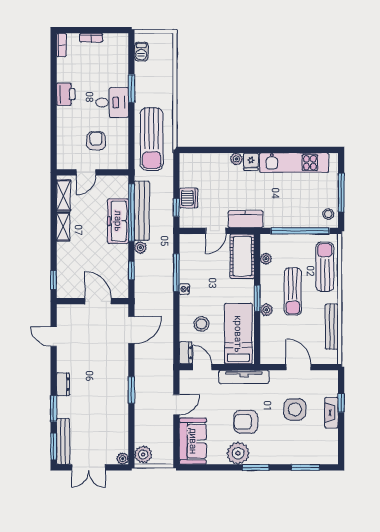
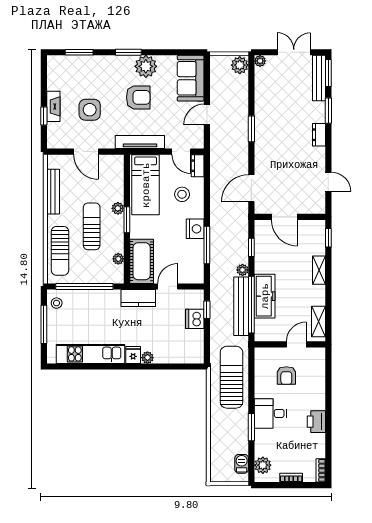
plant: (120, 50) -> (263, 465), added
shelving: (63, 227) -> (319, 270), moved
nightstand: (184, 289) -> (195, 229), width x1.89, depth x1.79

